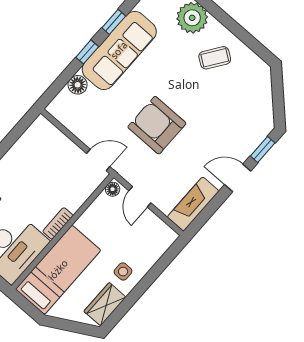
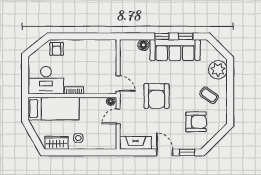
armchair: (234, 104) -> (196, 122), added
armchair: (157, 125) -> (157, 96), turned 180

